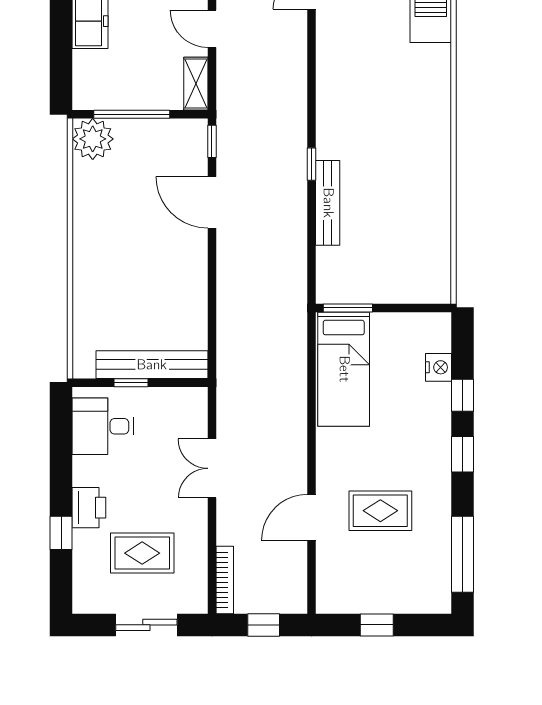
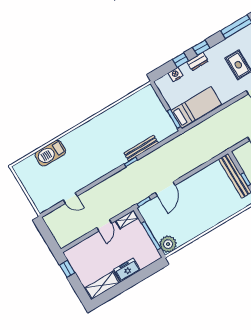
dresser: (438, 429) -> (197, 61), added

